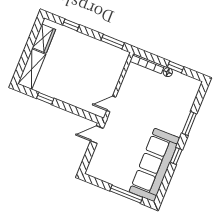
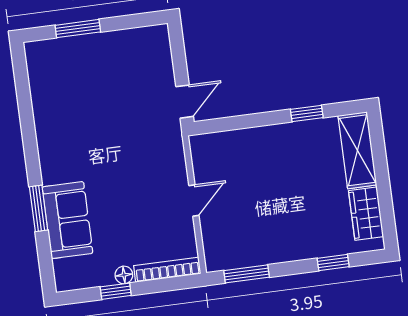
door: (111, 104) -> (194, 200), moved
window: (176, 156) -> (30, 141), removed
sofa: (154, 165) -> (67, 220), moved, width x0.54, depth x0.79
window: (126, 194) -> (78, 29), width x0.69

